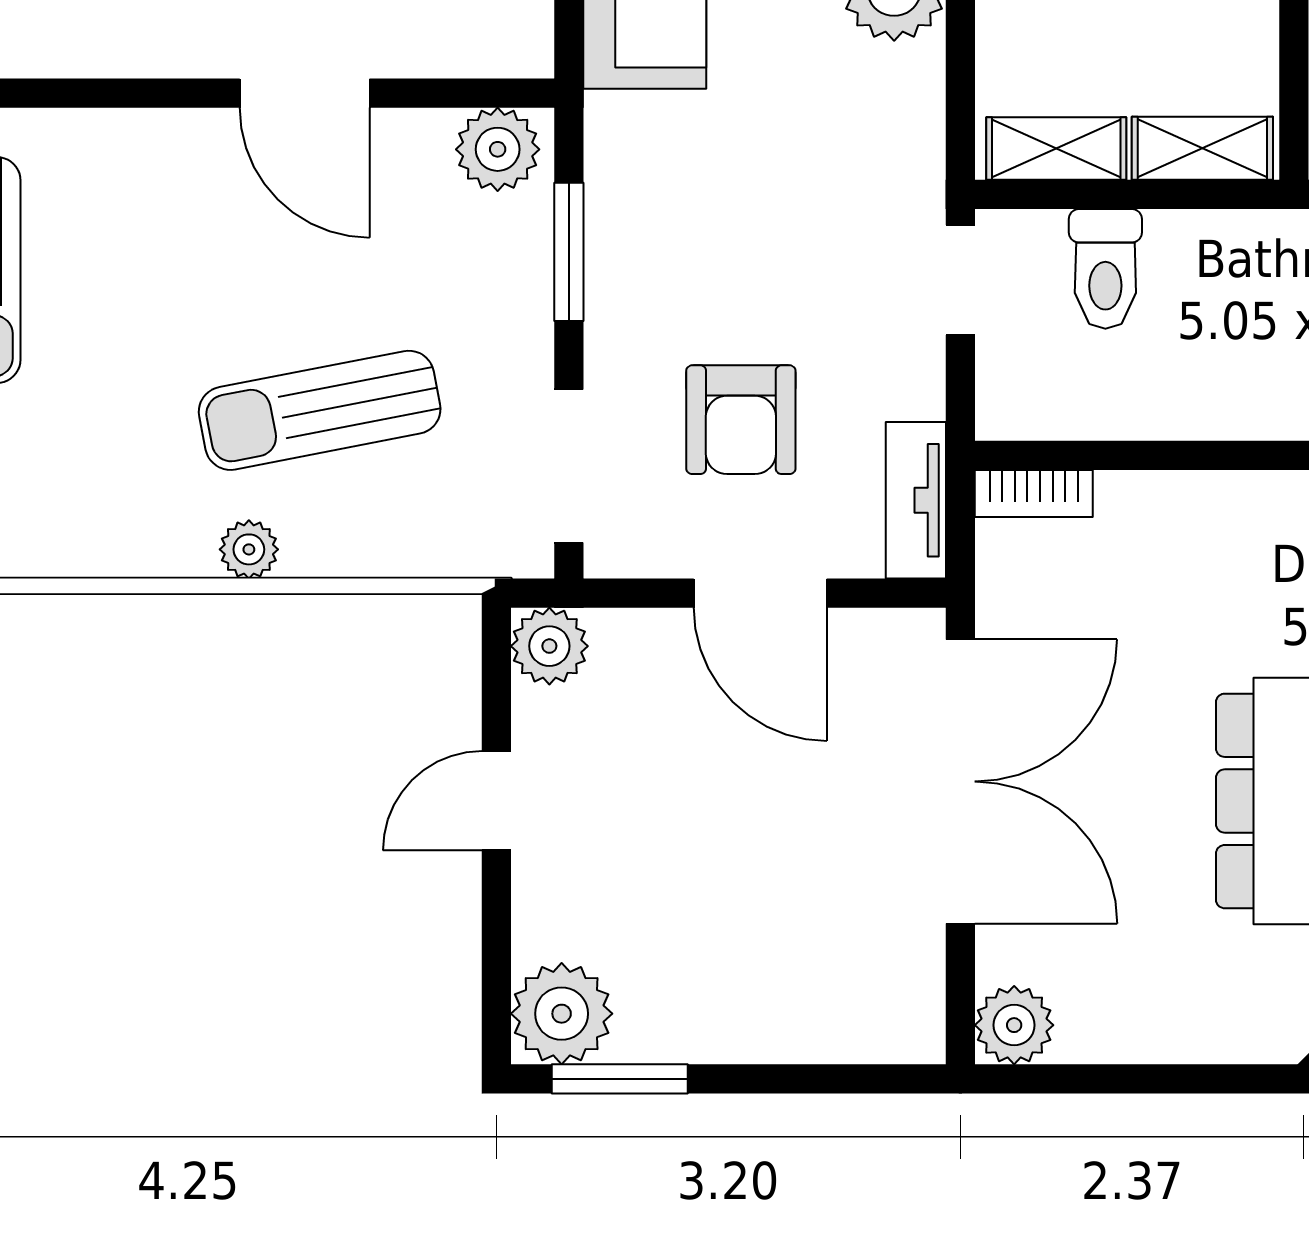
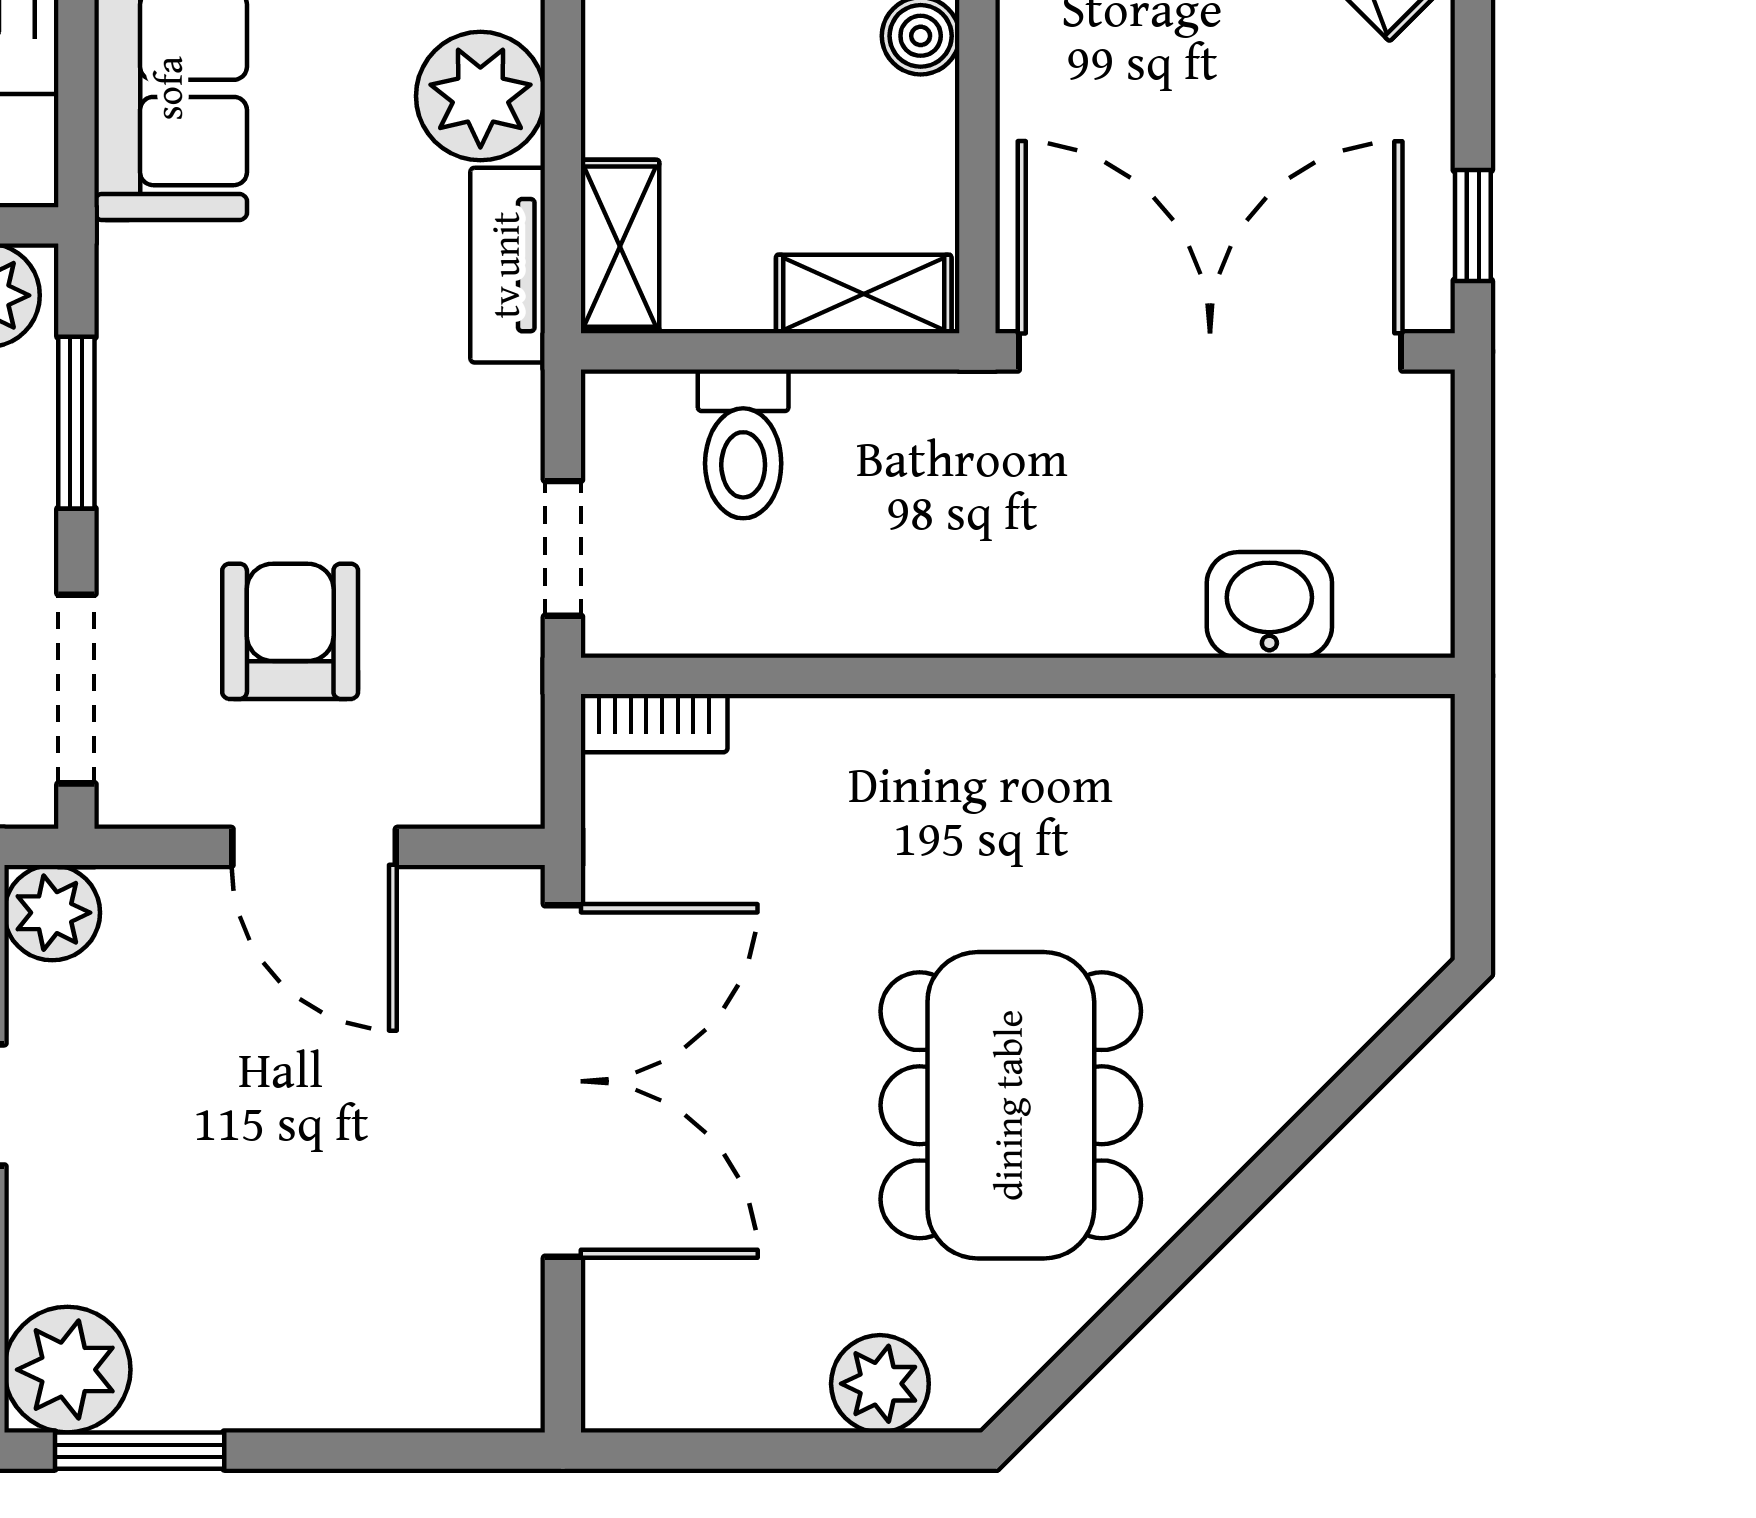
shelving: (1056, 149) -> (620, 247), moved, turned 90
doorway: (960, 280) -> (563, 548), moved
armchair: (741, 420) -> (290, 631), turned 180
tv unit: (916, 500) -> (508, 265), moved
plant: (1014, 1025) -> (880, 1384), moved

